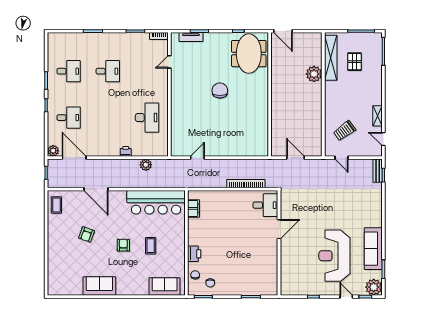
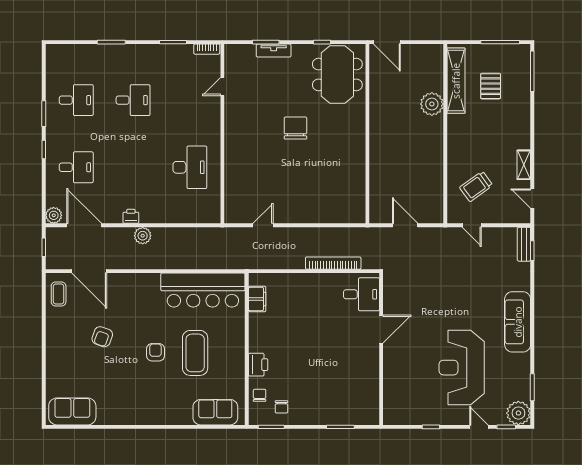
tv unit: (191, 37) -> (274, 51), moved
printer: (126, 151) -> (131, 216), moved
plant: (146, 165) -> (143, 236), moved
door: (96, 189) -> (89, 271), moved
coffee table: (151, 246) -> (195, 353), width x1.86, depth x1.72
sofa: (373, 249) -> (518, 322), moved
sofa: (99, 286) -> (72, 411), moved

